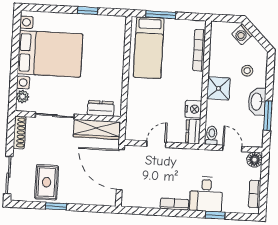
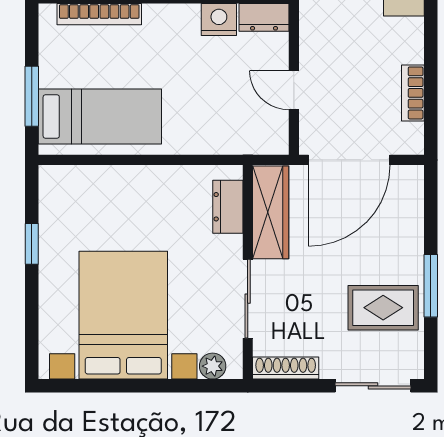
bookcase: (174, 204) -> (413, 93), moved
window: (56, 206) -> (431, 286), width x1.50

